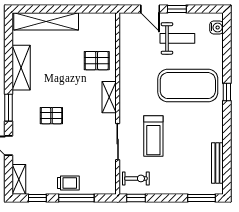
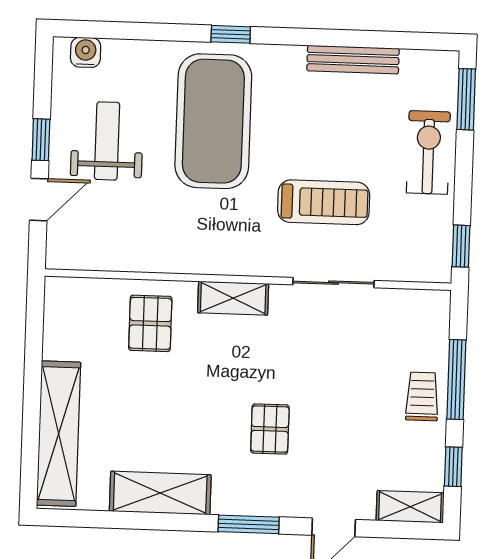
bench: (217, 163) -> (353, 60), moved
exercise bike: (136, 178) -> (428, 152), moved, width x1.38, depth x1.39

